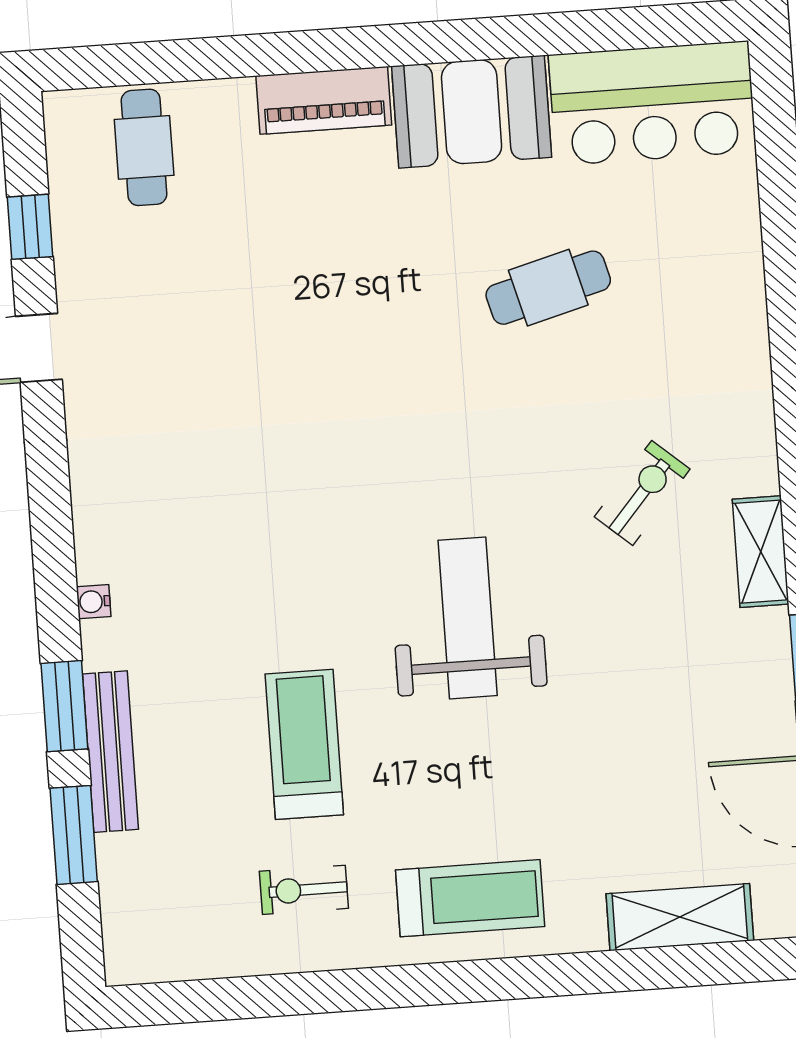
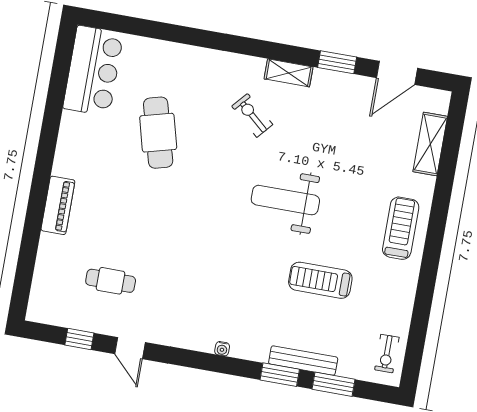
booth: (472, 112) -> (78, 146), removed
cafe table: (144, 147) -> (111, 281), moved
cafe table: (548, 288) -> (158, 133), width x1.37, depth x1.35
water cooler: (94, 602) -> (222, 349), moved
exercise bike: (304, 890) -> (387, 354), moved

